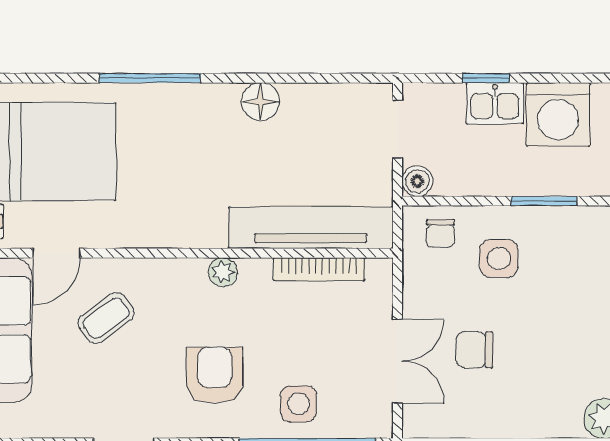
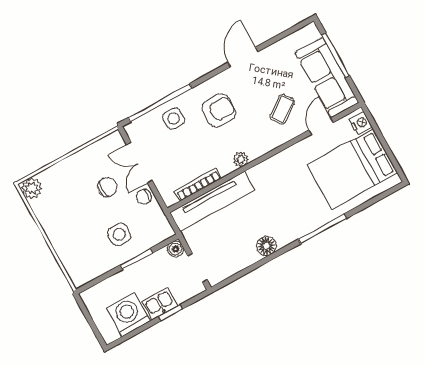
window: (544, 201) -> (136, 259), moved
chair: (440, 233) -> (144, 197), moved, turned -90
armchair: (215, 375) -> (219, 111), turned -90

